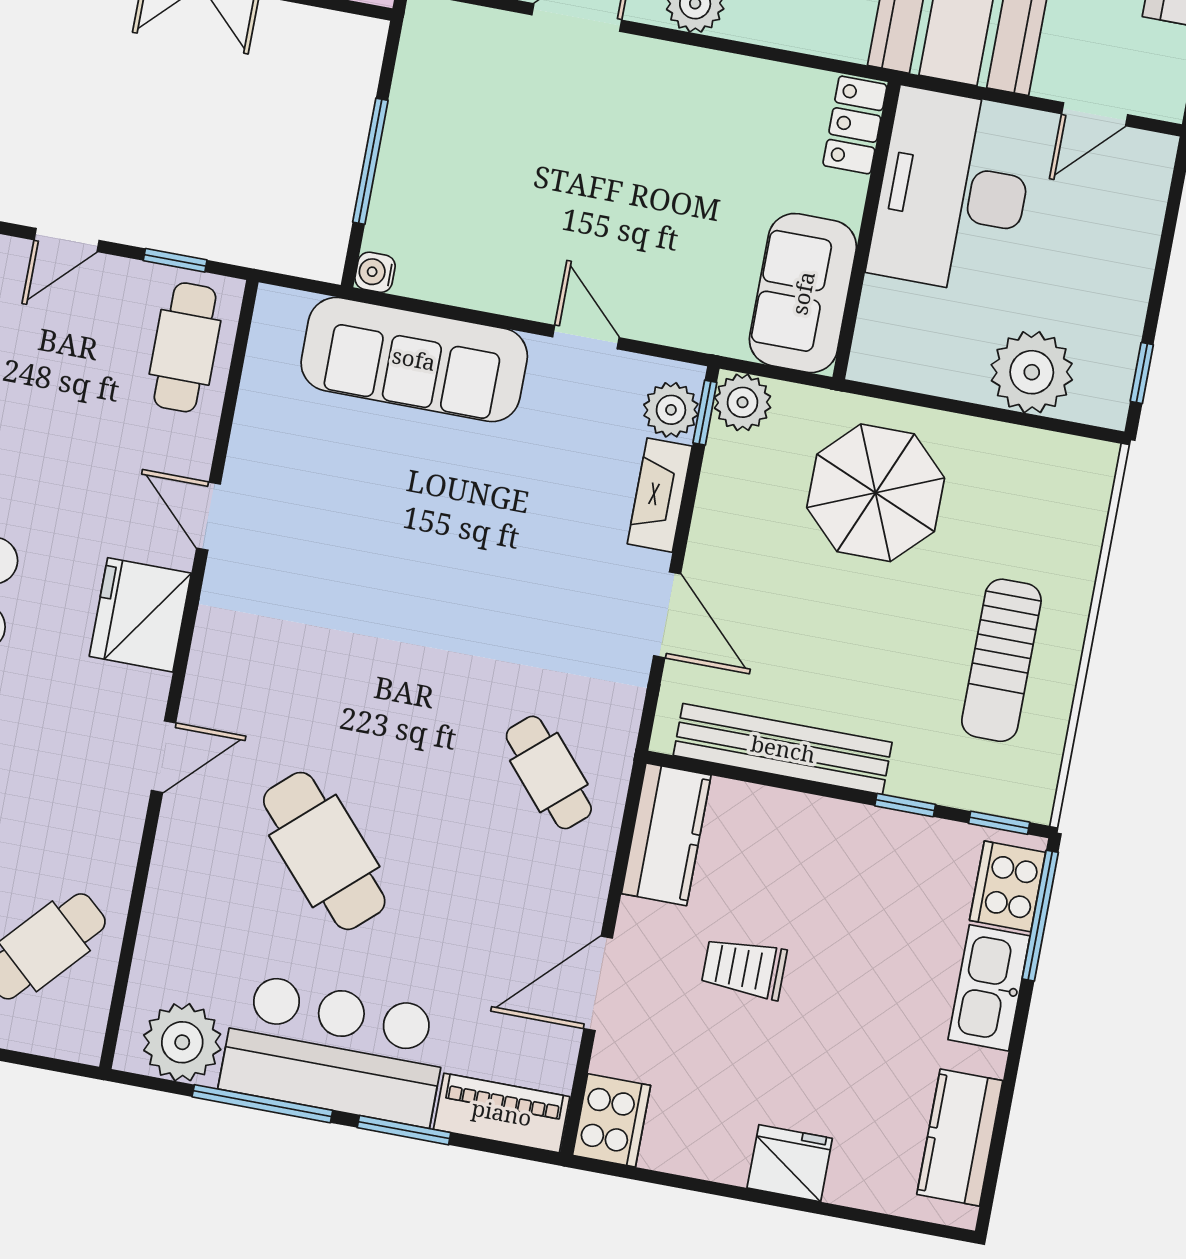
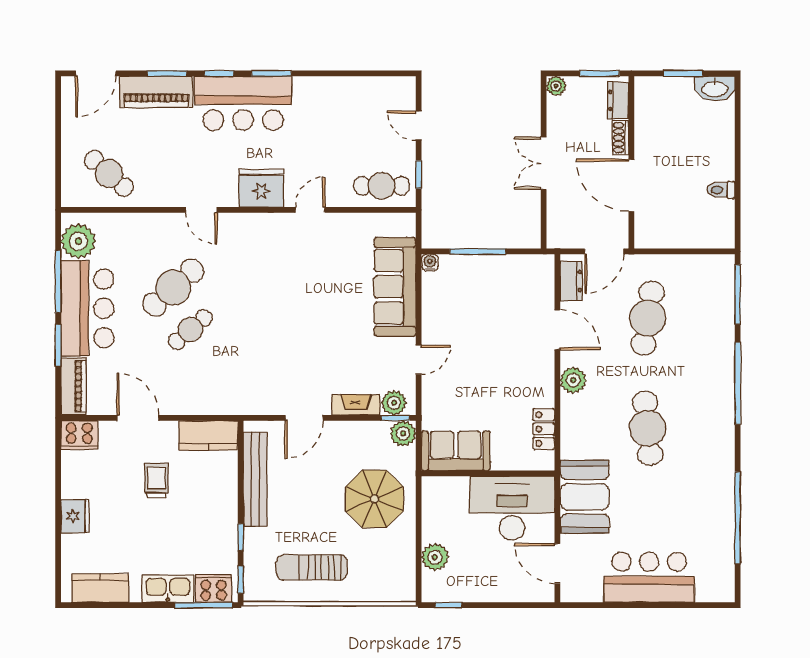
door: (1095, 114) -> (557, 563), width x1.38
locker: (855, 125) -> (544, 429), moved, turned -90
plant: (1032, 372) -> (435, 557), width x0.73, depth x0.73
cafe table: (549, 772) -> (190, 330), moved

